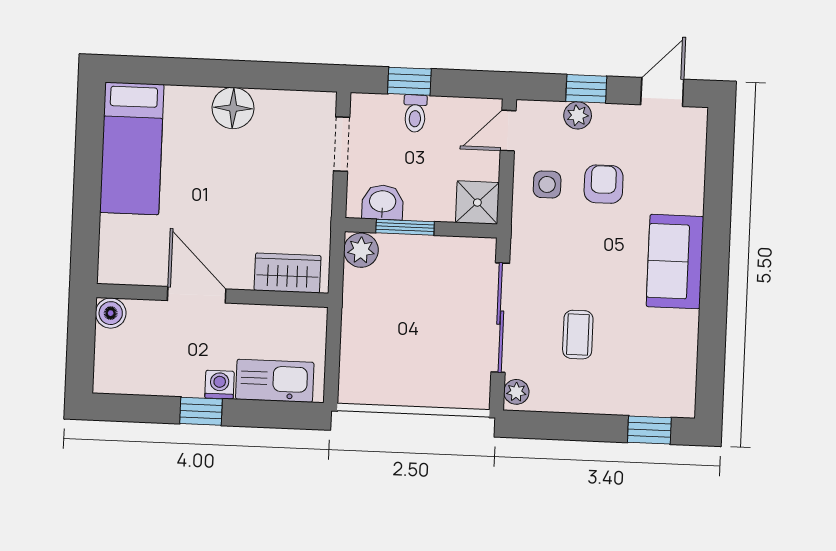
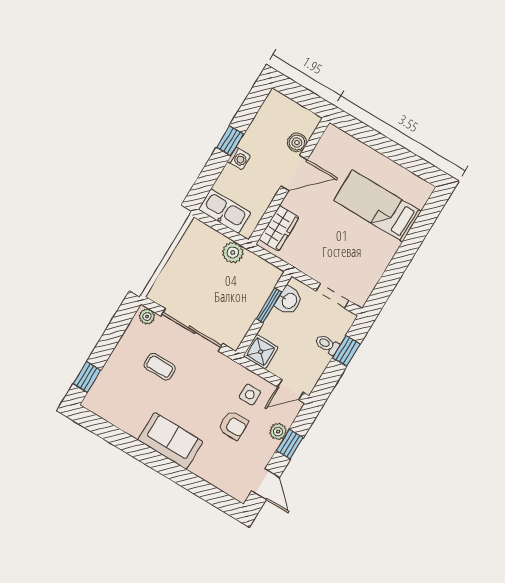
floor lamp: (233, 108) -> (384, 248), removed
door: (508, 131) -> (290, 390), swing flipped
bed: (132, 148) -> (378, 206), moved
plant: (361, 250) -> (233, 253), moved
boiler: (111, 313) -> (297, 142), moved
kitchen sink: (275, 381) -> (225, 211), moved, turned -90

